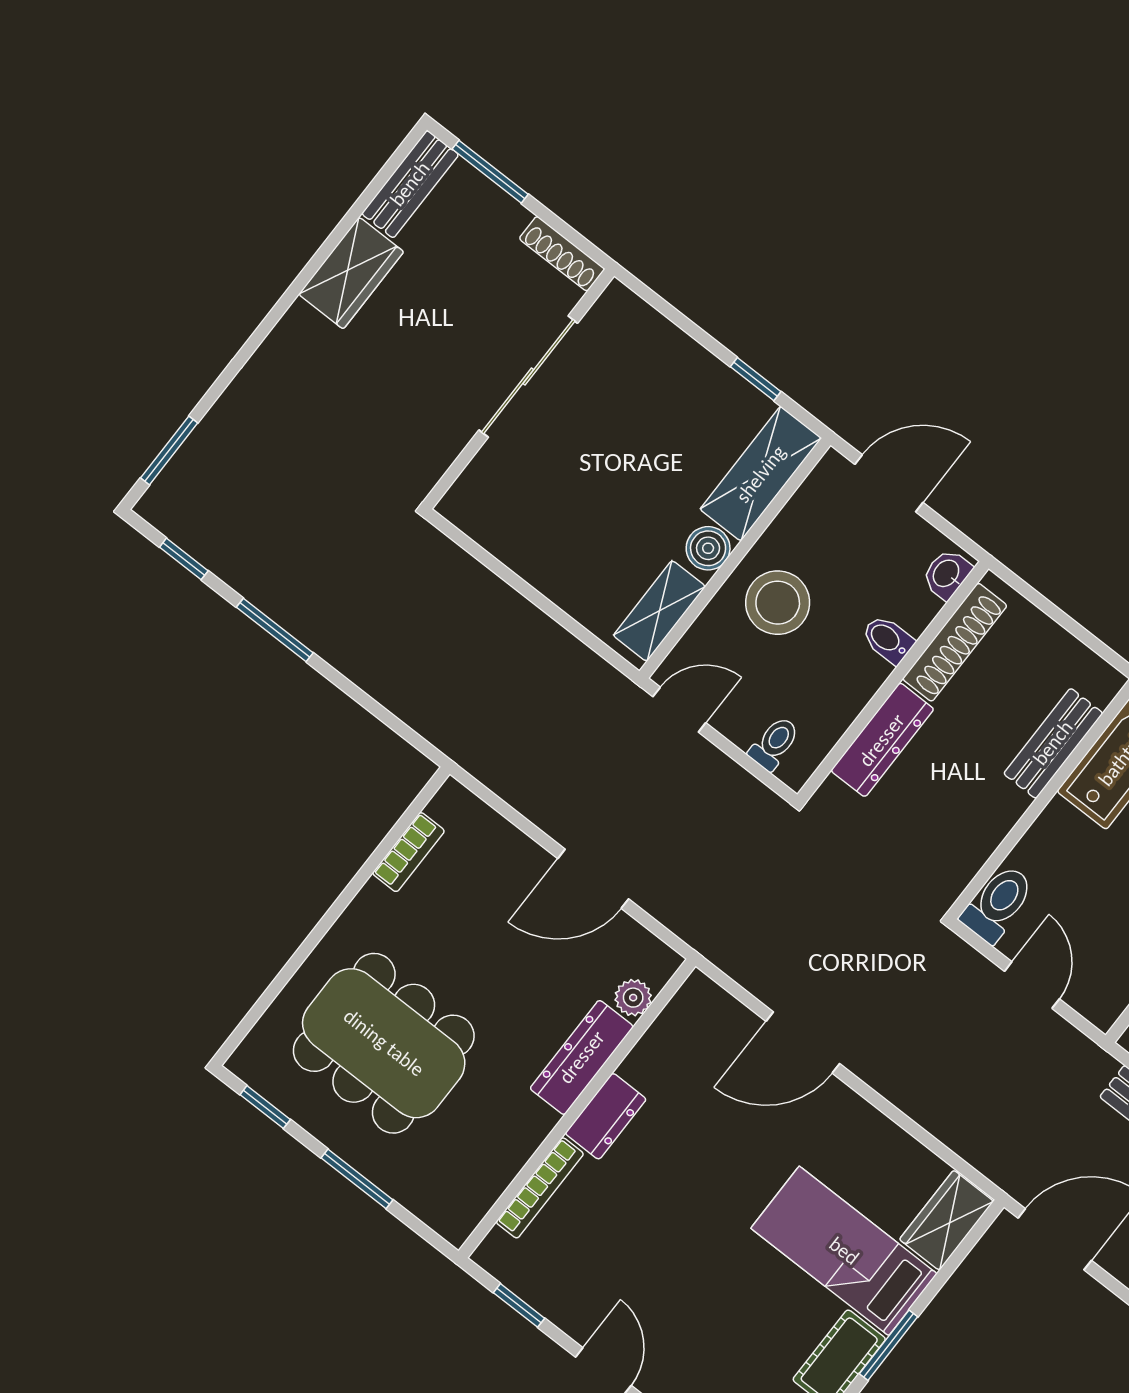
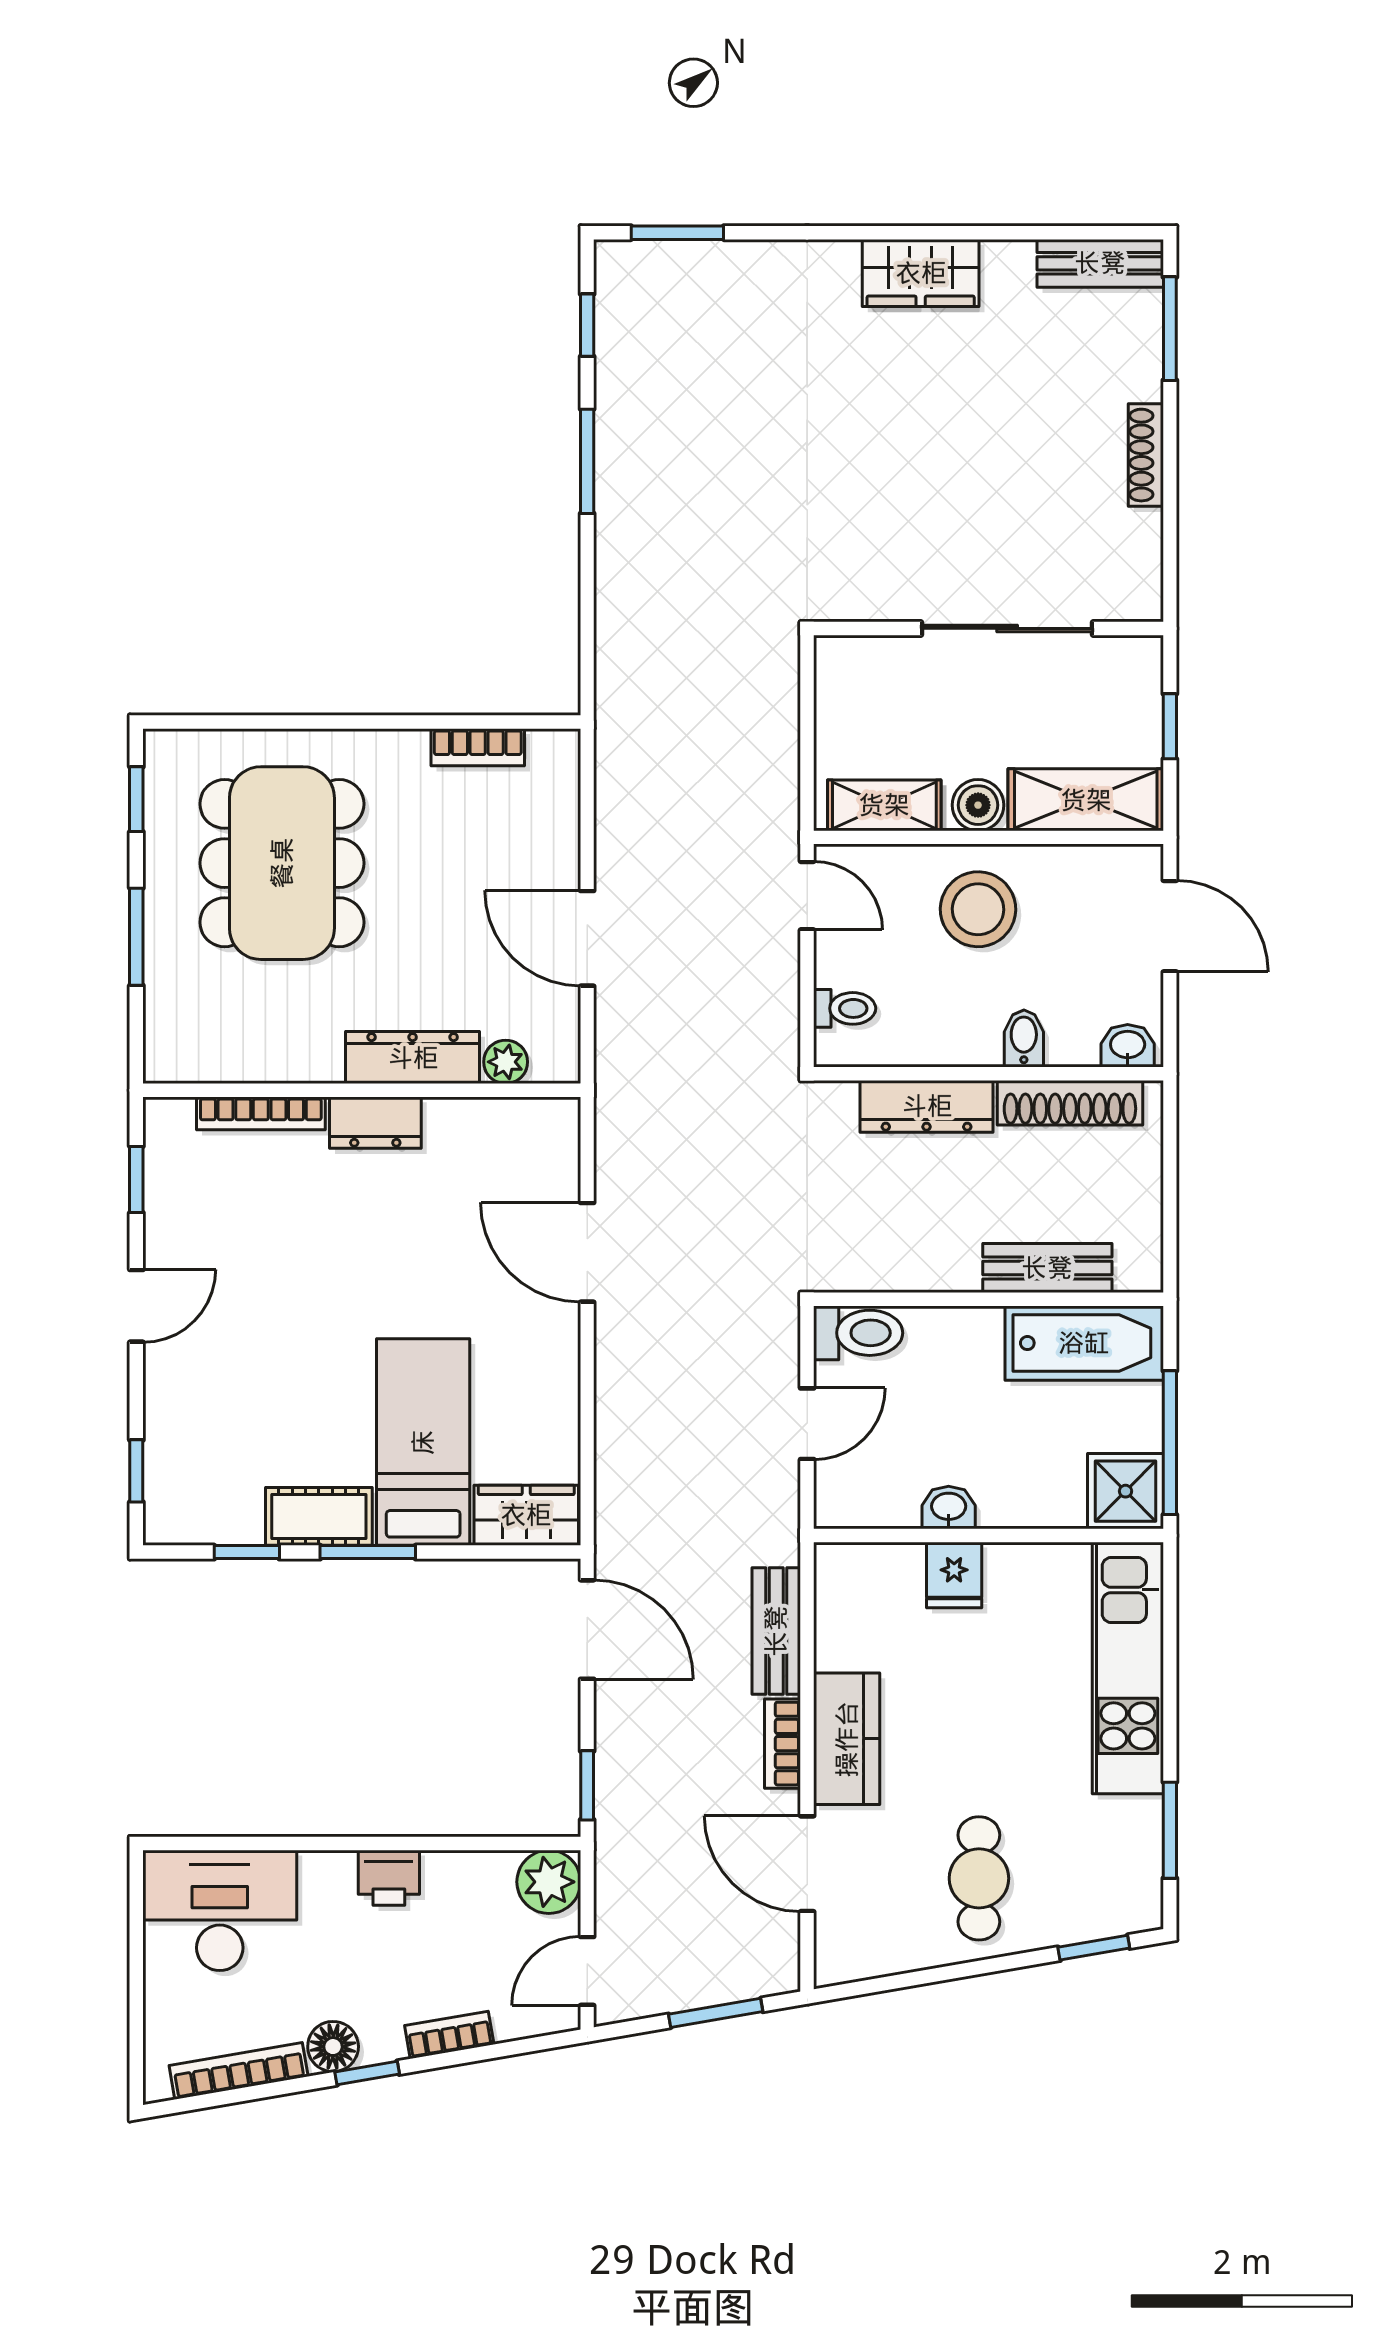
wardrobe: (351, 273) -> (921, 273), moved
sliding door: (528, 377) -> (1007, 628), moved
wall: (519, 389) -> (988, 628), moved

